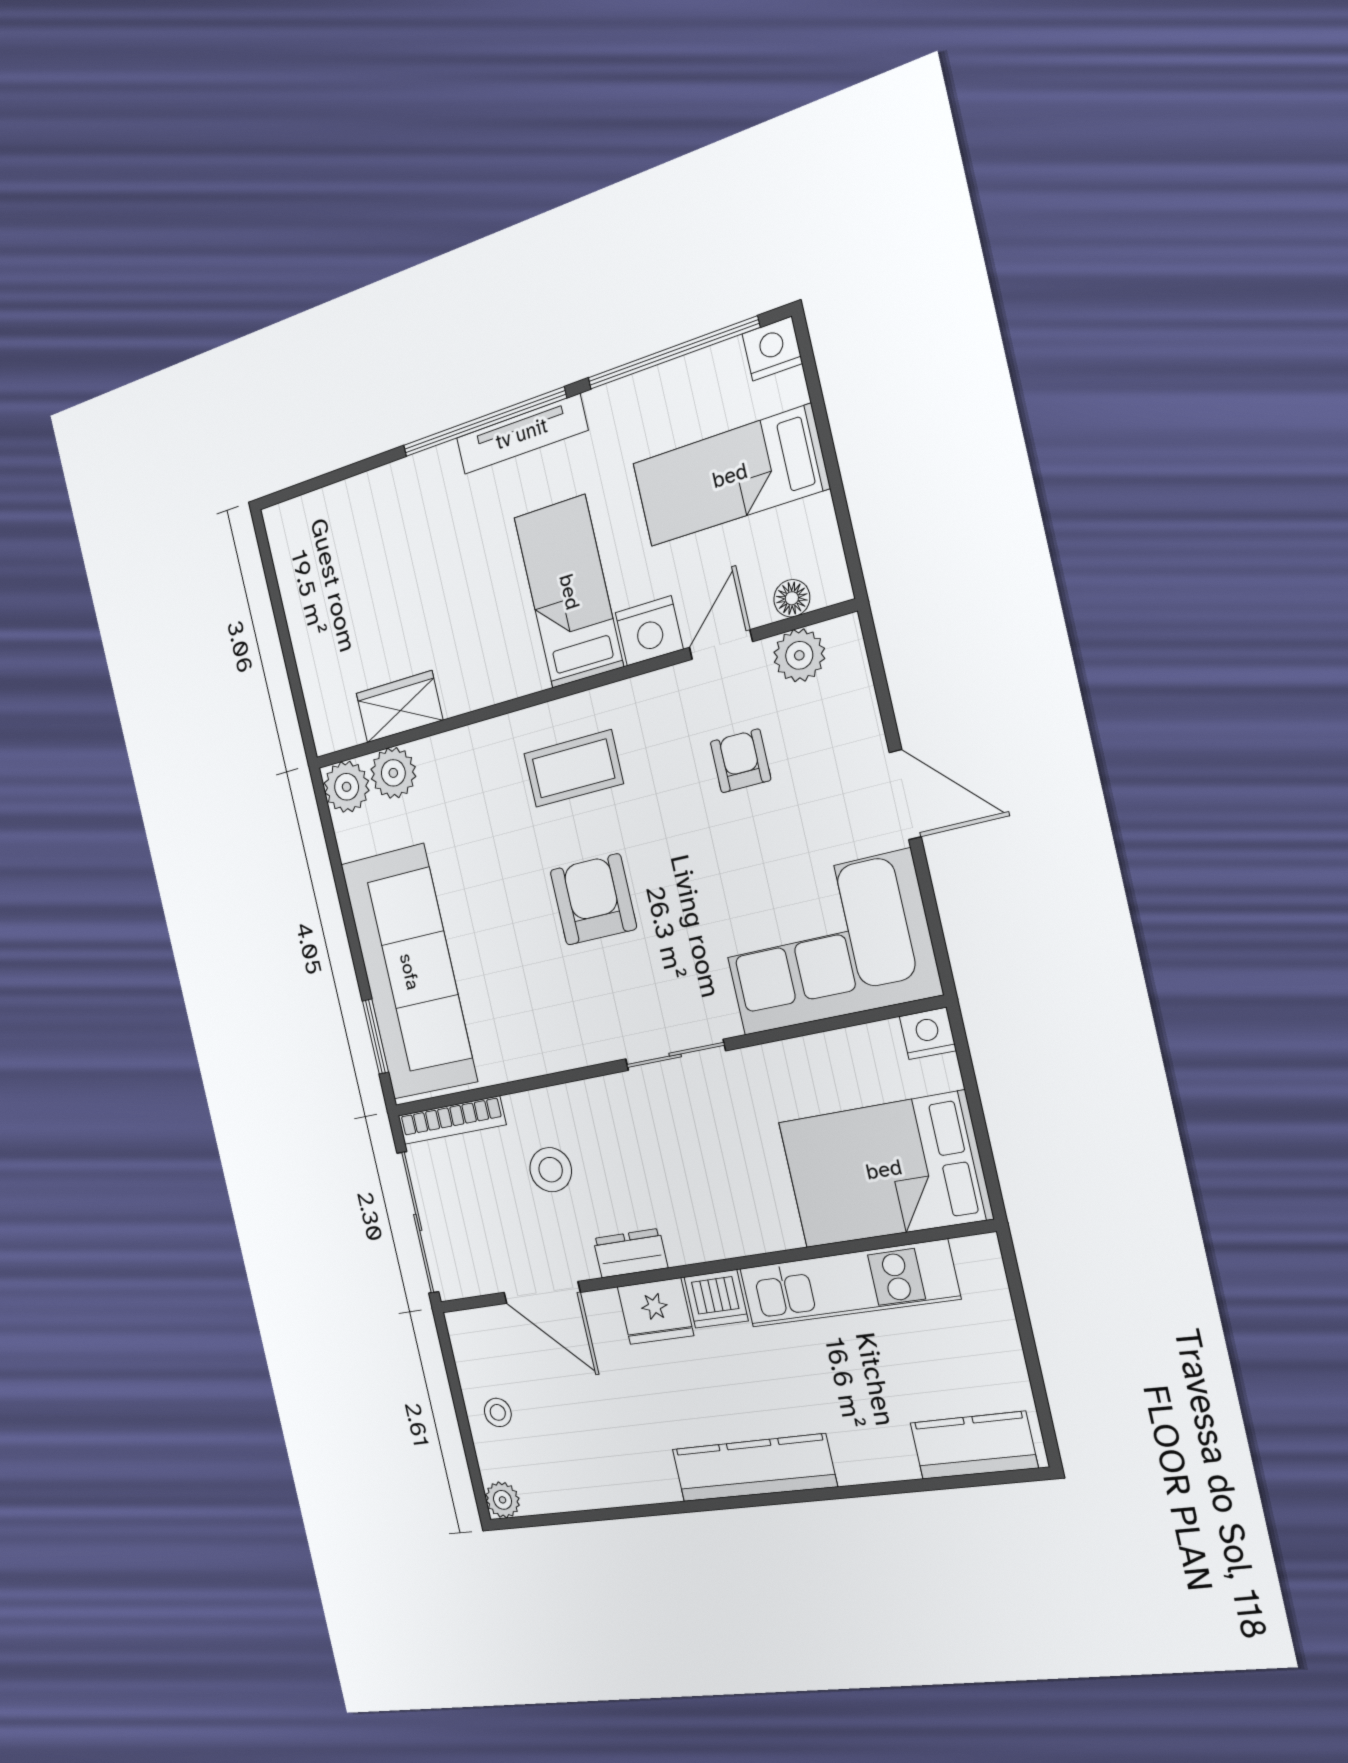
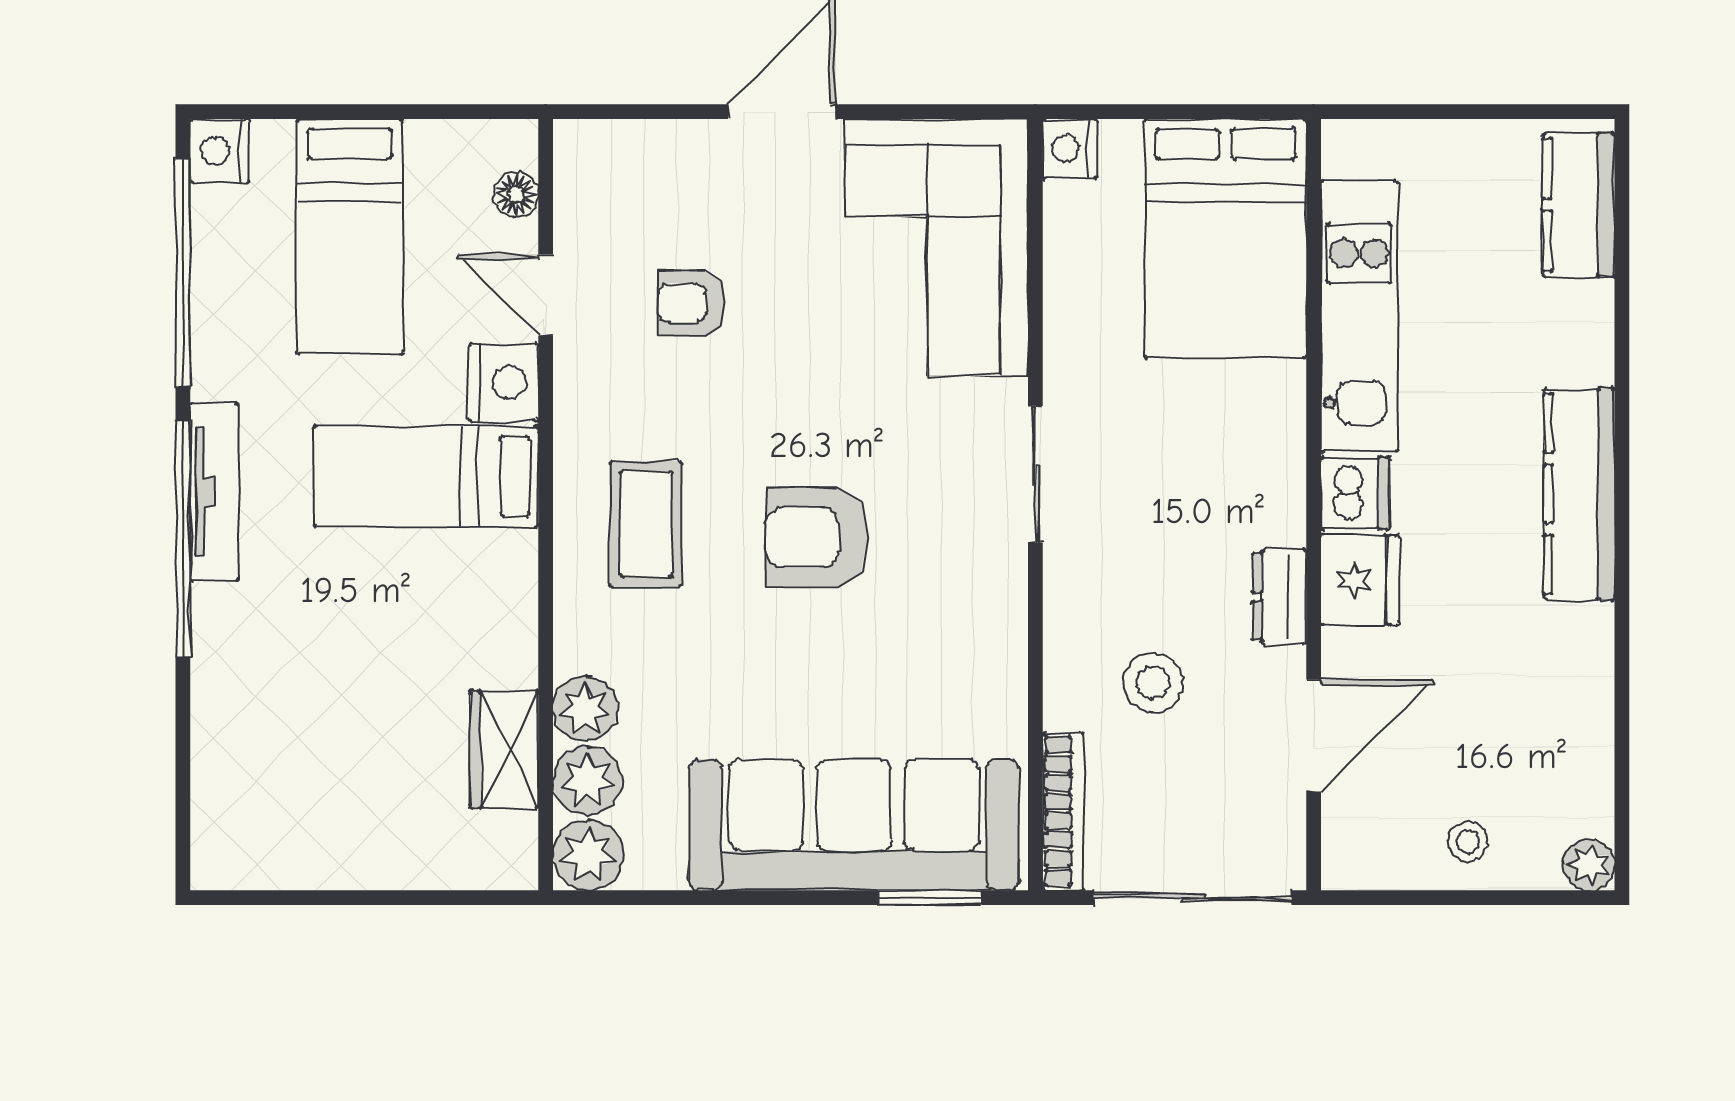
plant: (799, 655) -> (585, 709), moved

